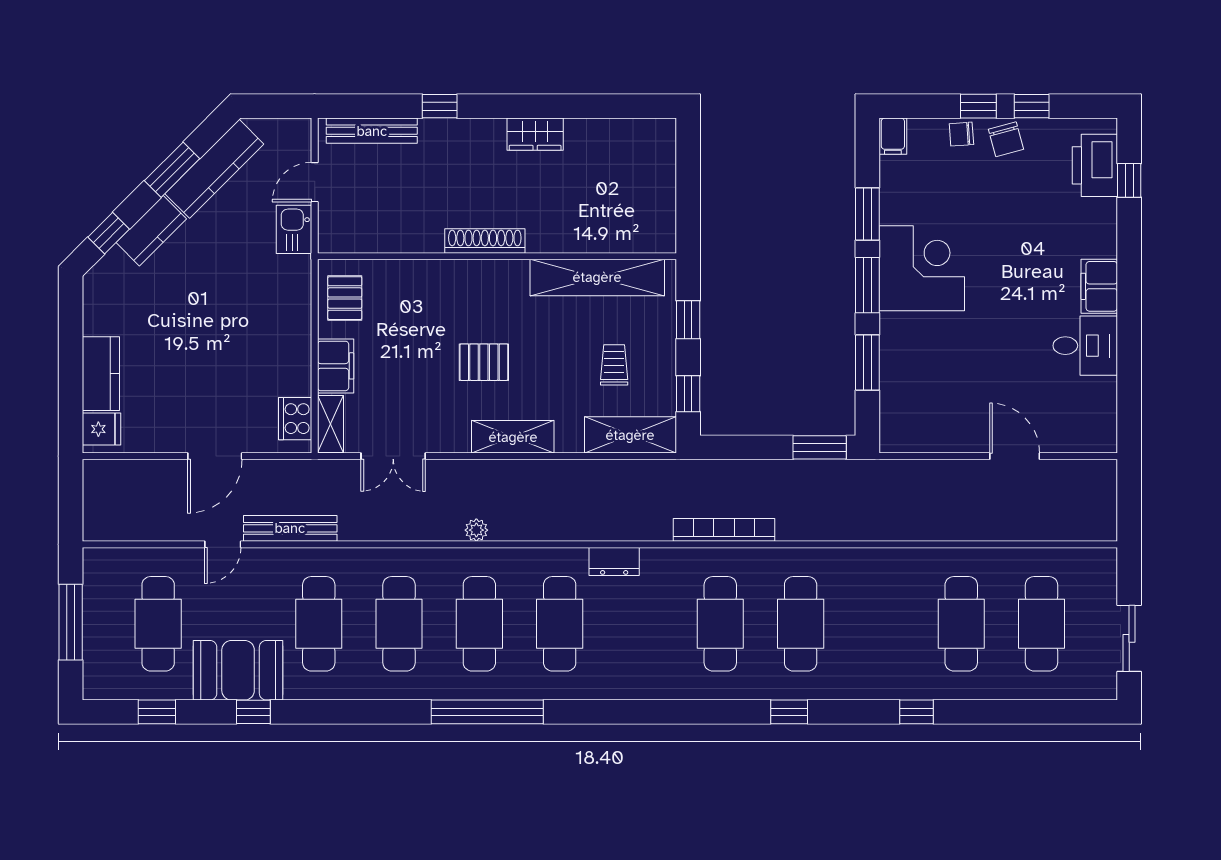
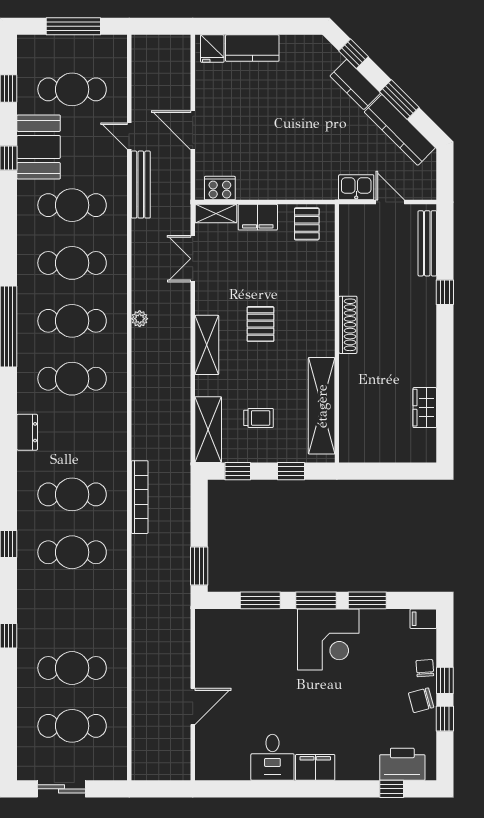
wardrobe: (535, 134) -> (425, 408), moved
pallet: (345, 298) -> (307, 224), turned 90
dresser: (614, 561) -> (27, 432), moved, turned 180

